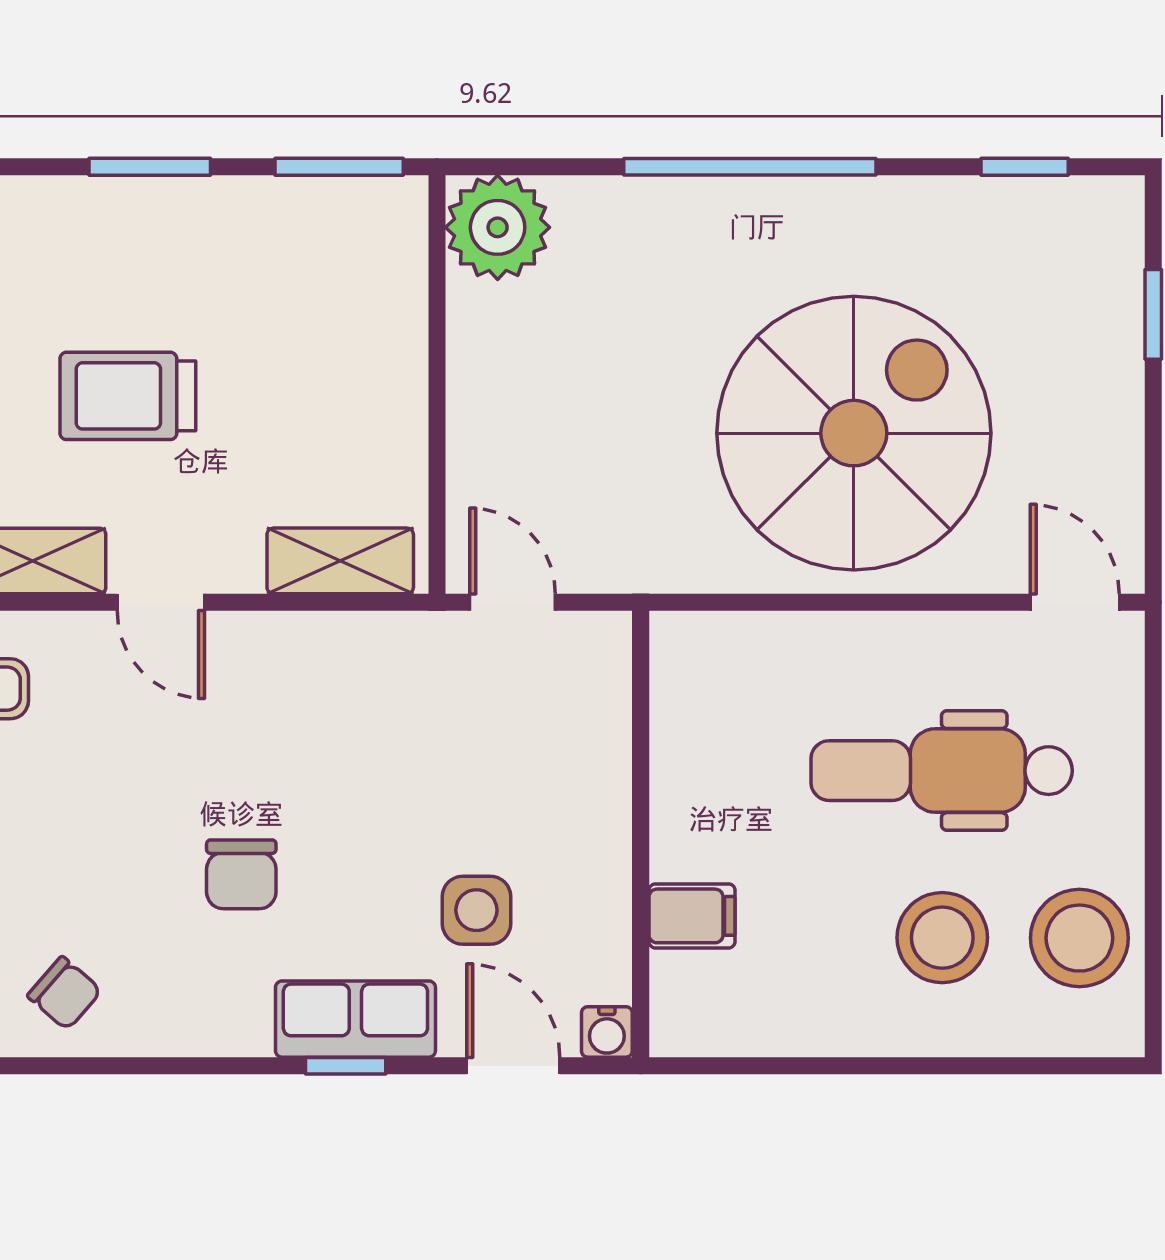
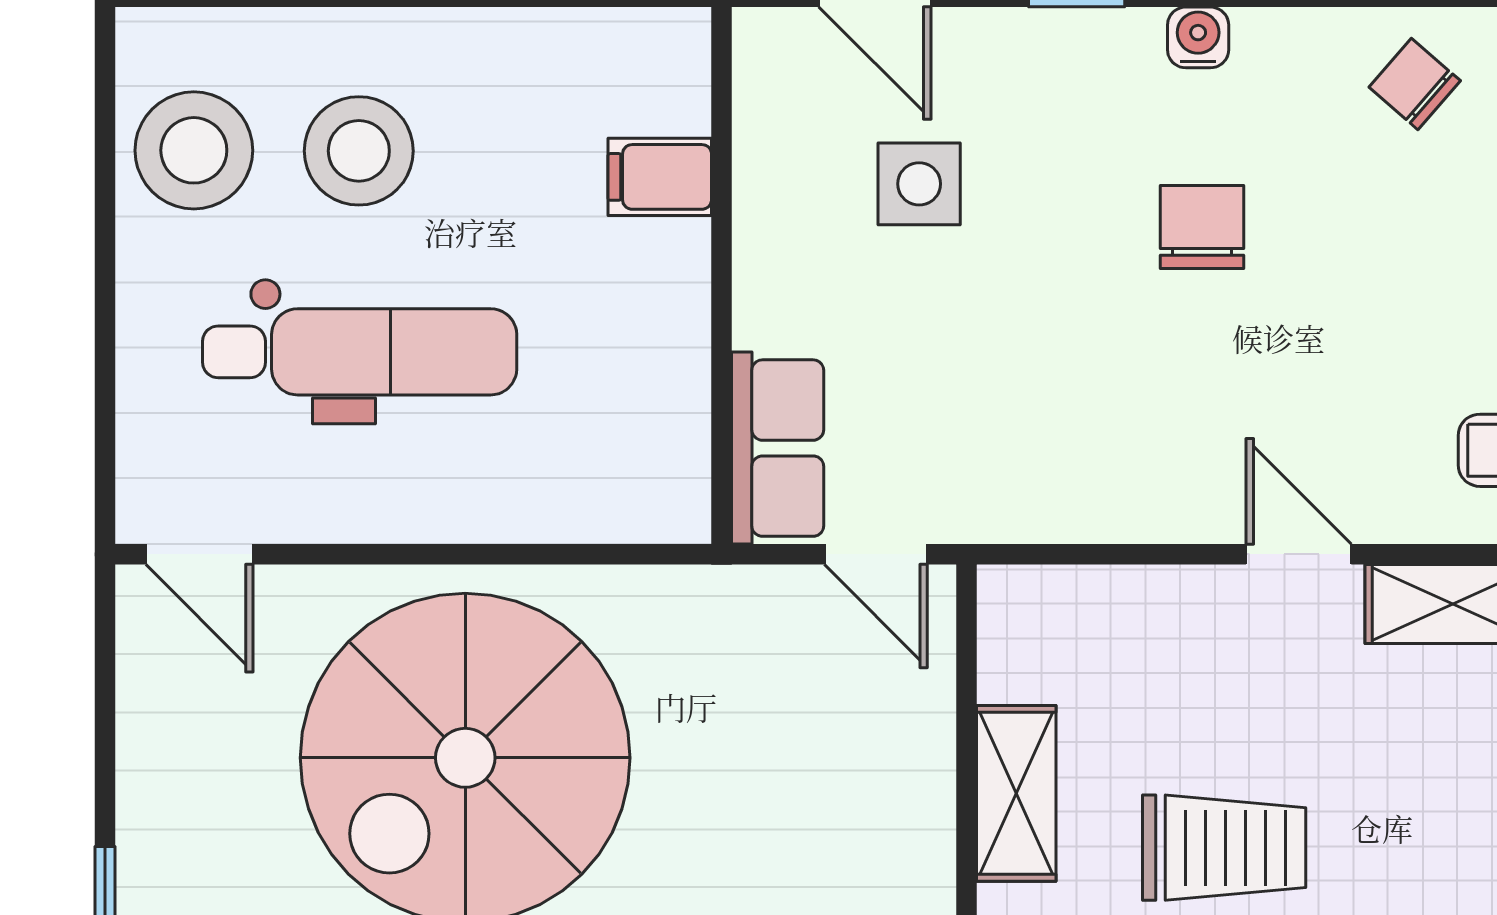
trolley: (128, 396) -> (1224, 848), moved
shelving: (340, 561) -> (1016, 793), moved, turned 90
row of seats: (355, 1019) -> (778, 448), moved, turned -90
water cooler: (607, 1032) -> (1198, 37), moved

